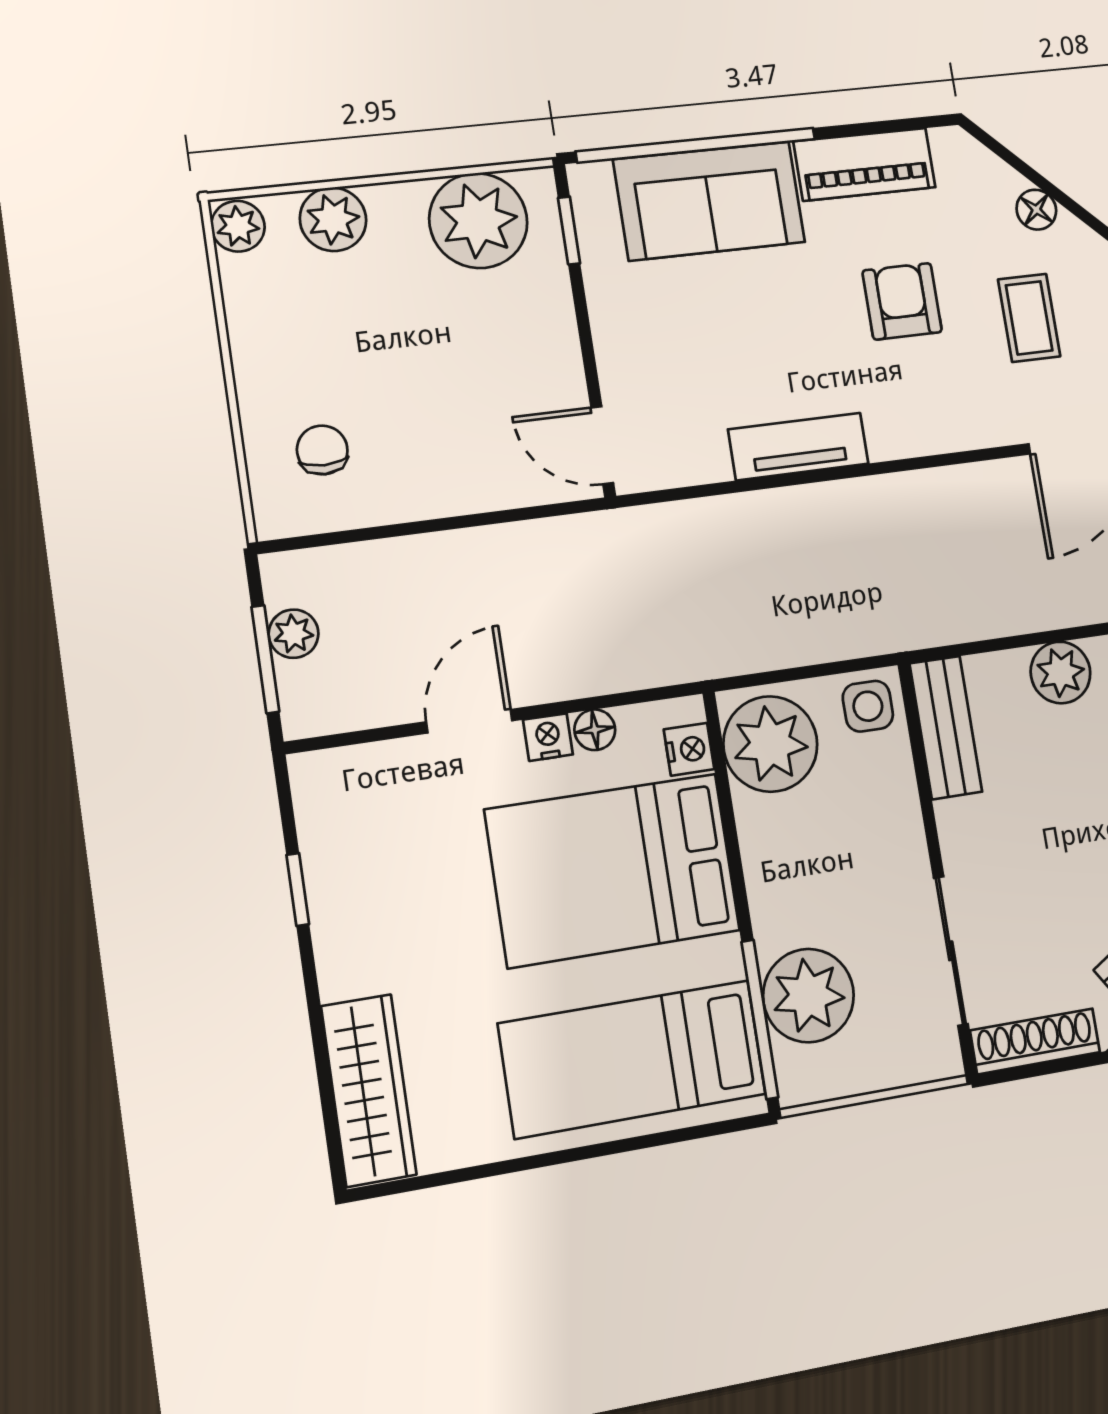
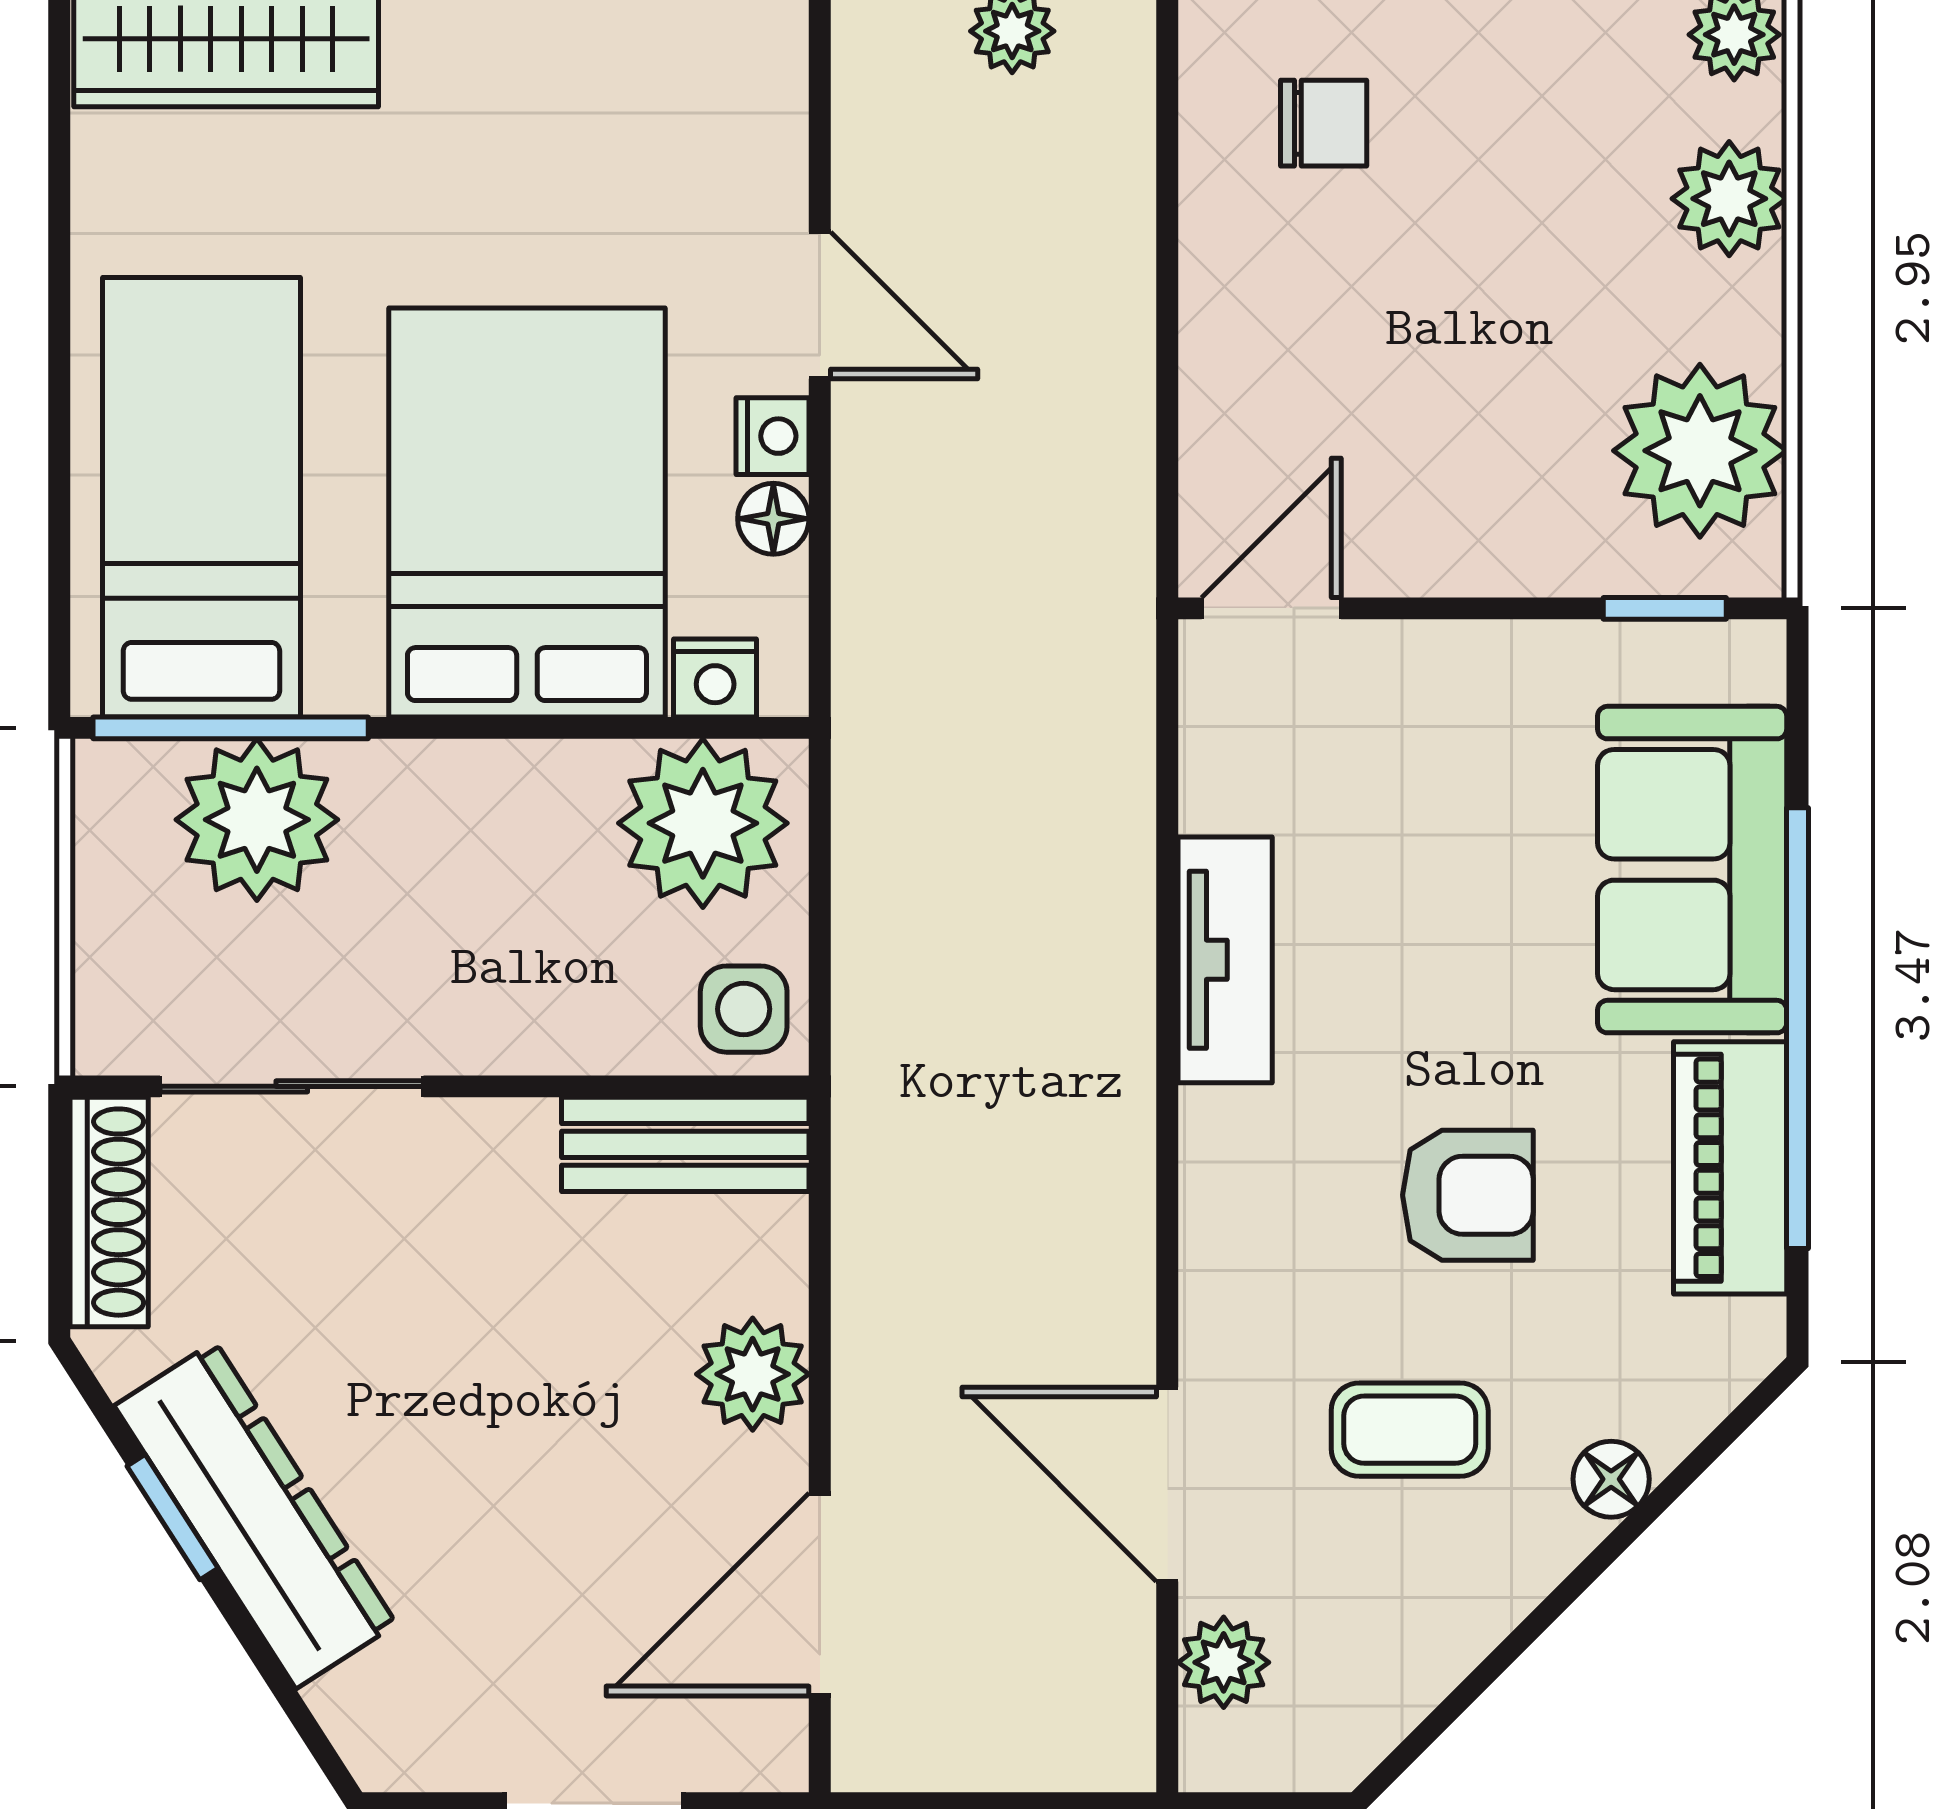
window: (696, 145) -> (1797, 1028), moved

